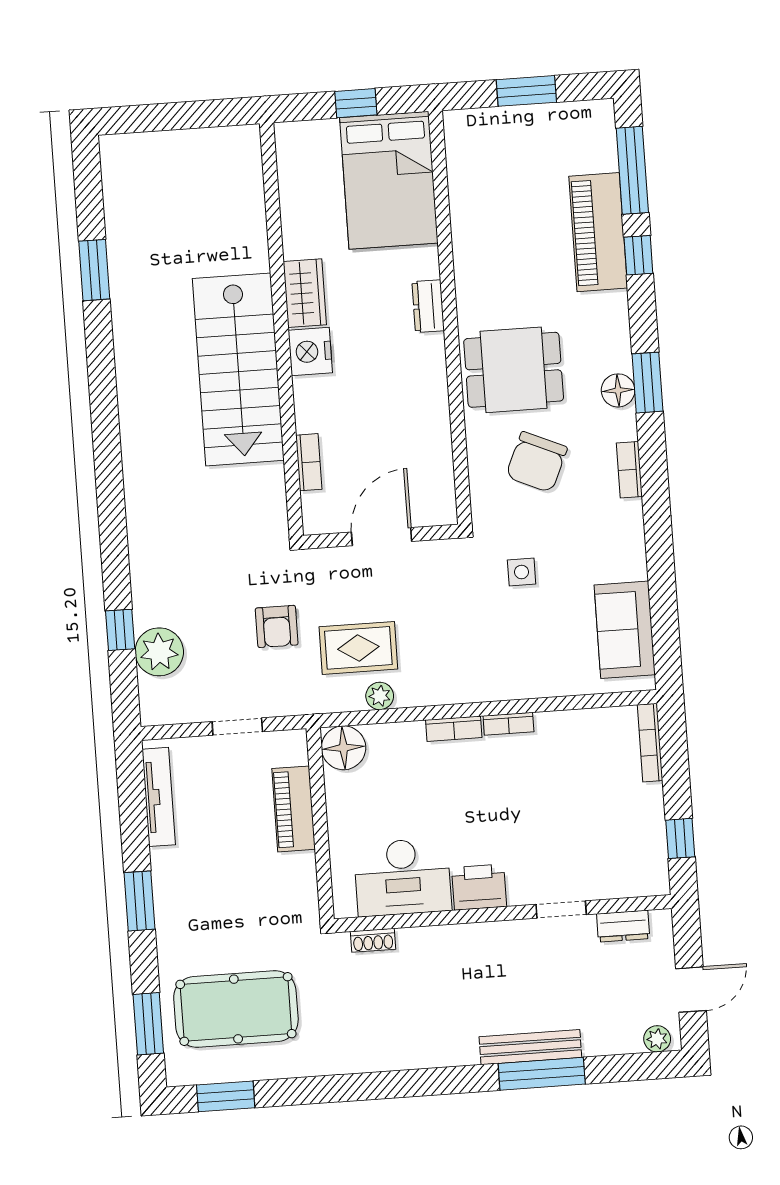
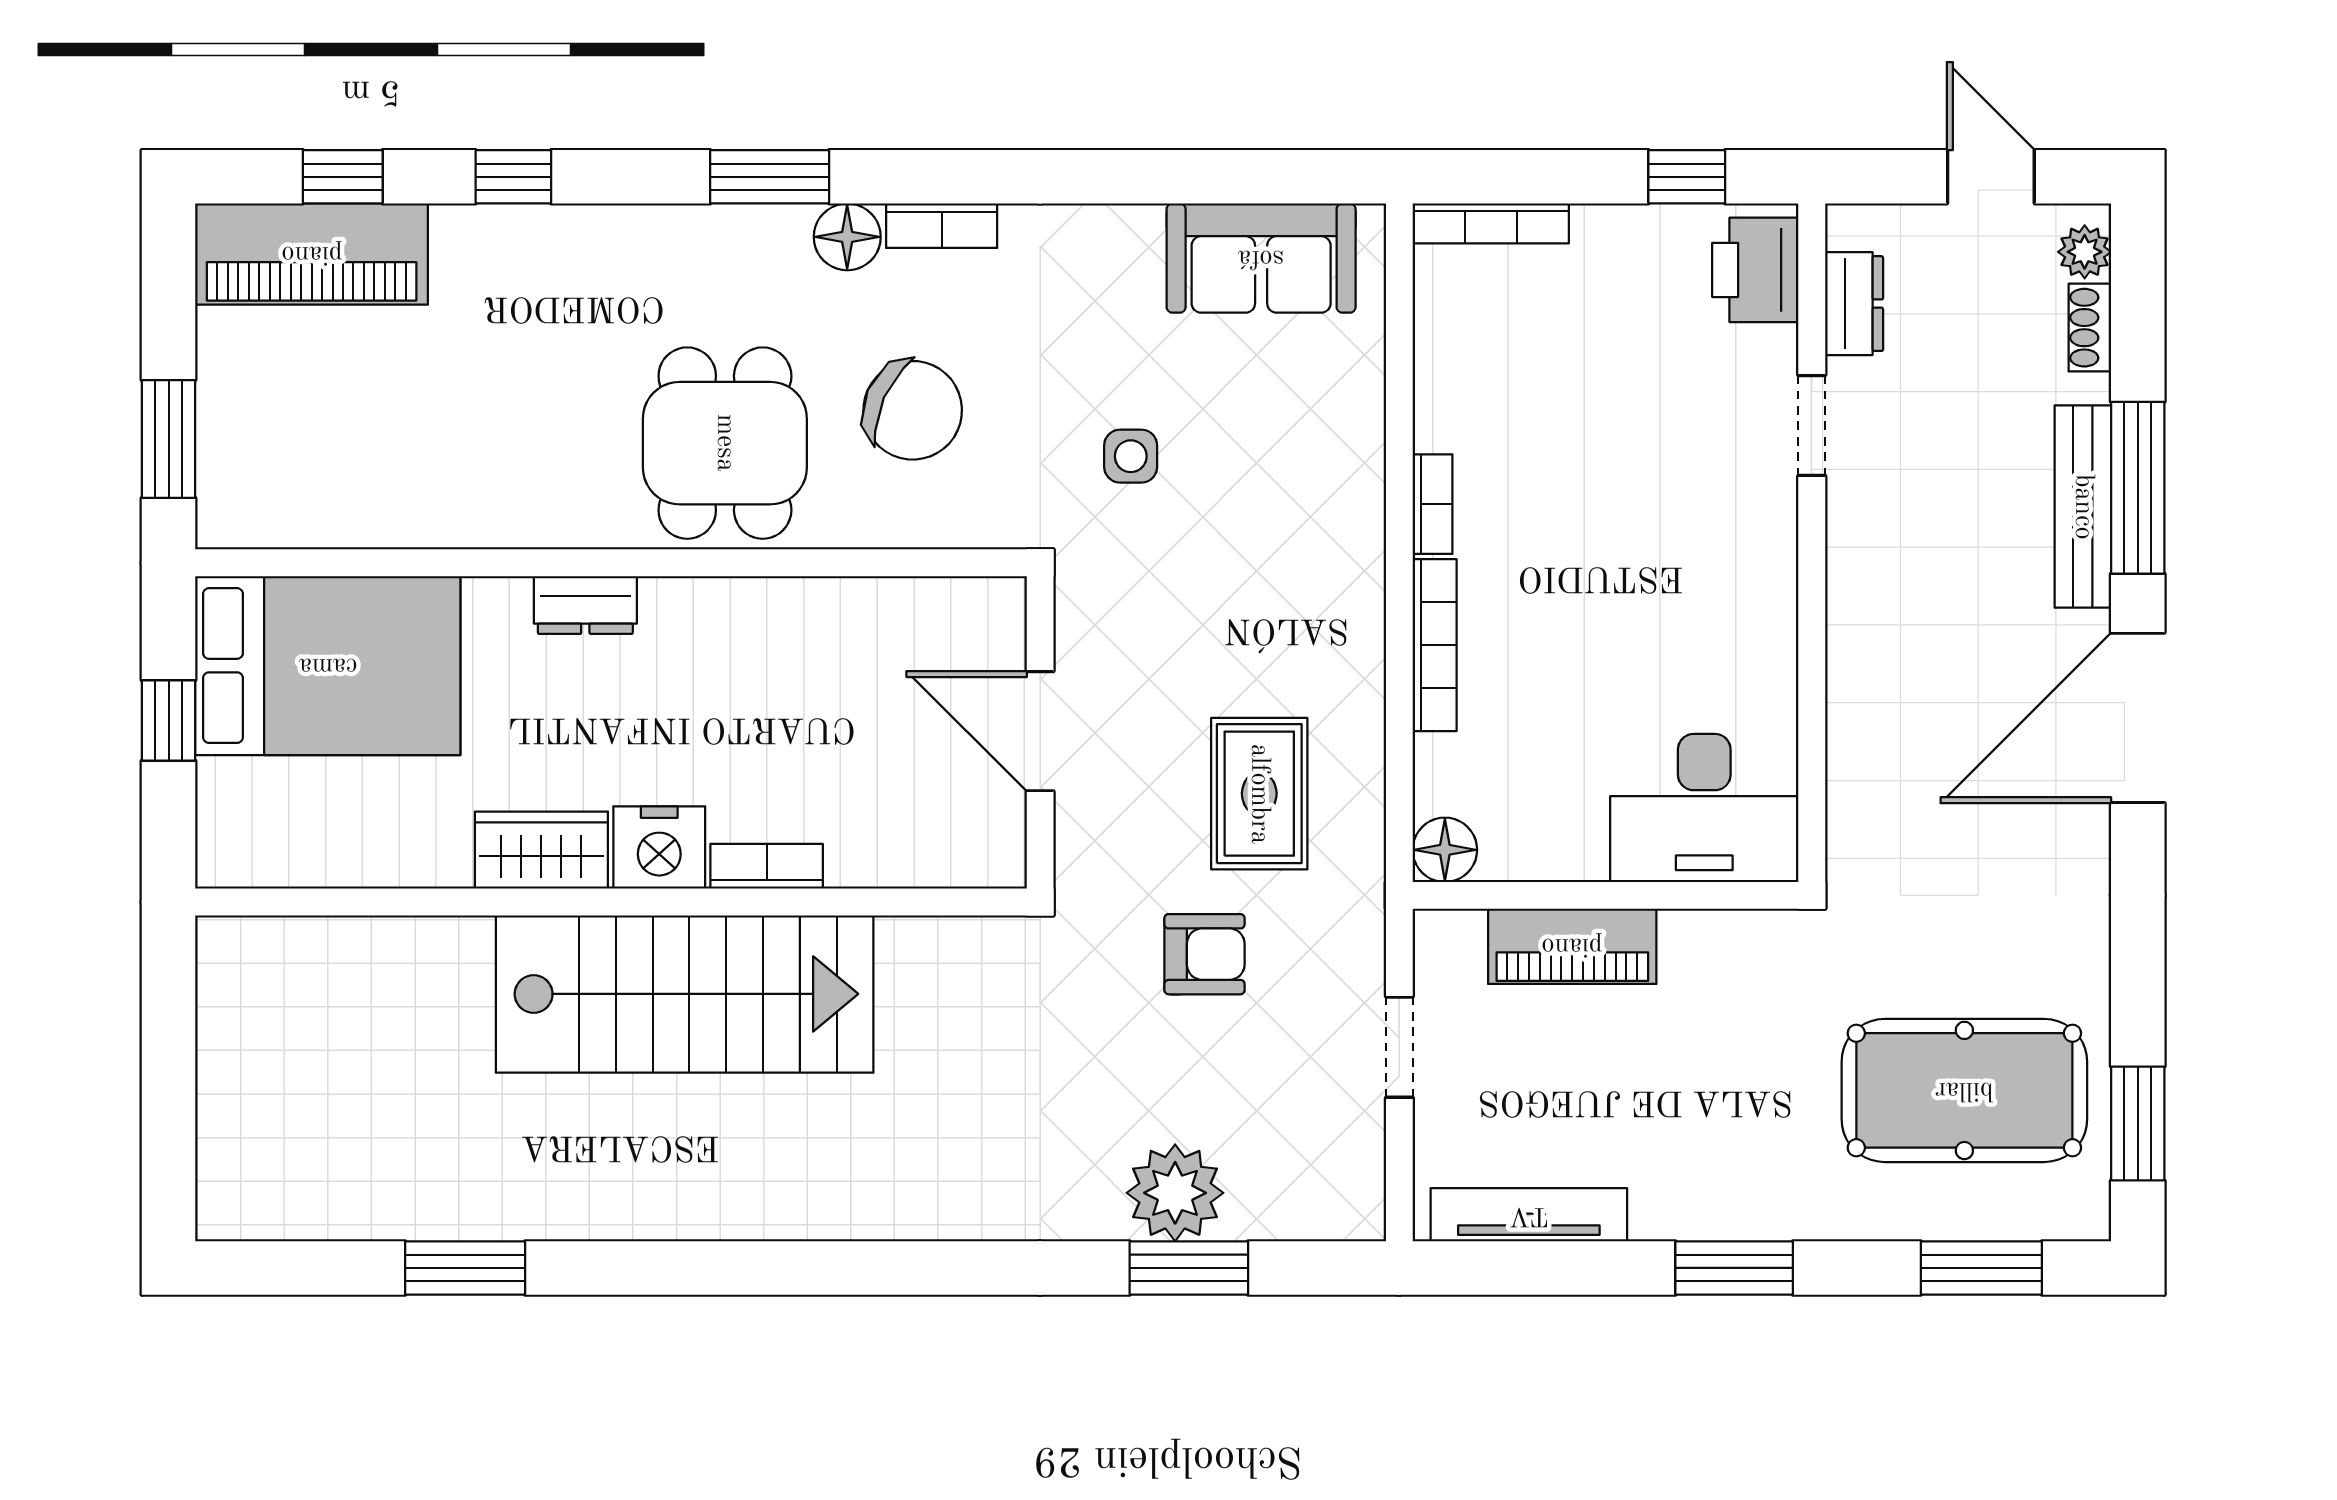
window: (526, 91) -> (169, 439), moved
window: (632, 170) -> (343, 177), width x0.46
piano: (598, 232) -> (312, 254), moved
floor lamp: (618, 390) -> (847, 237), moved
bookcase: (309, 462) -> (767, 866), moved
window: (120, 630) -> (1189, 1268), width x1.50
plant: (159, 652) -> (1175, 1193), moved
plant: (380, 696) -> (1358, 758), removed
bookcase: (454, 729) -> (1435, 645), width x1.56
floor lamp: (344, 748) -> (1445, 850), width x0.73, depth x0.73
desk: (403, 877) -> (1704, 808), moved, turned 90
printer: (479, 887) -> (1755, 270), moved
shoe rack: (373, 940) -> (2090, 328), moved, turned 180
pool table: (236, 1009) -> (1964, 1090), turned 90
door: (427, 1082) -> (2138, 718), added

